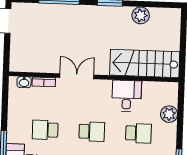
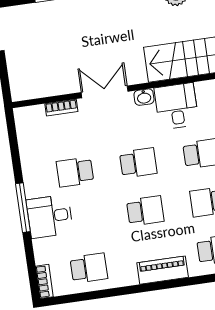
washbasin: (24, 82) -> (144, 97), moved

